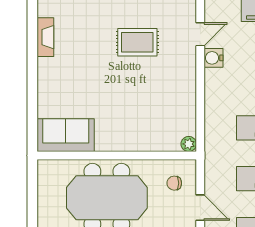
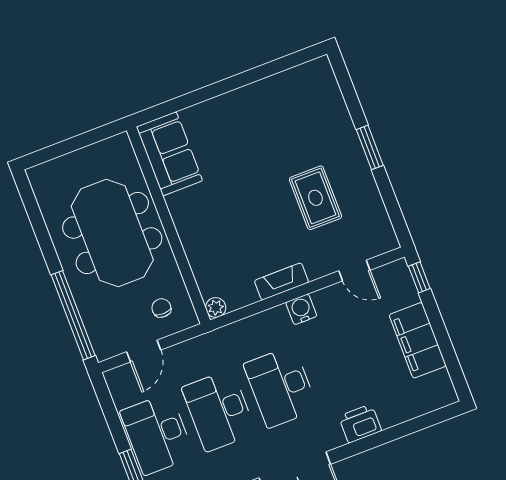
fireplace: (45, 37) -> (281, 281), moved, turned 180
water cooler: (214, 58) -> (301, 309), moved

